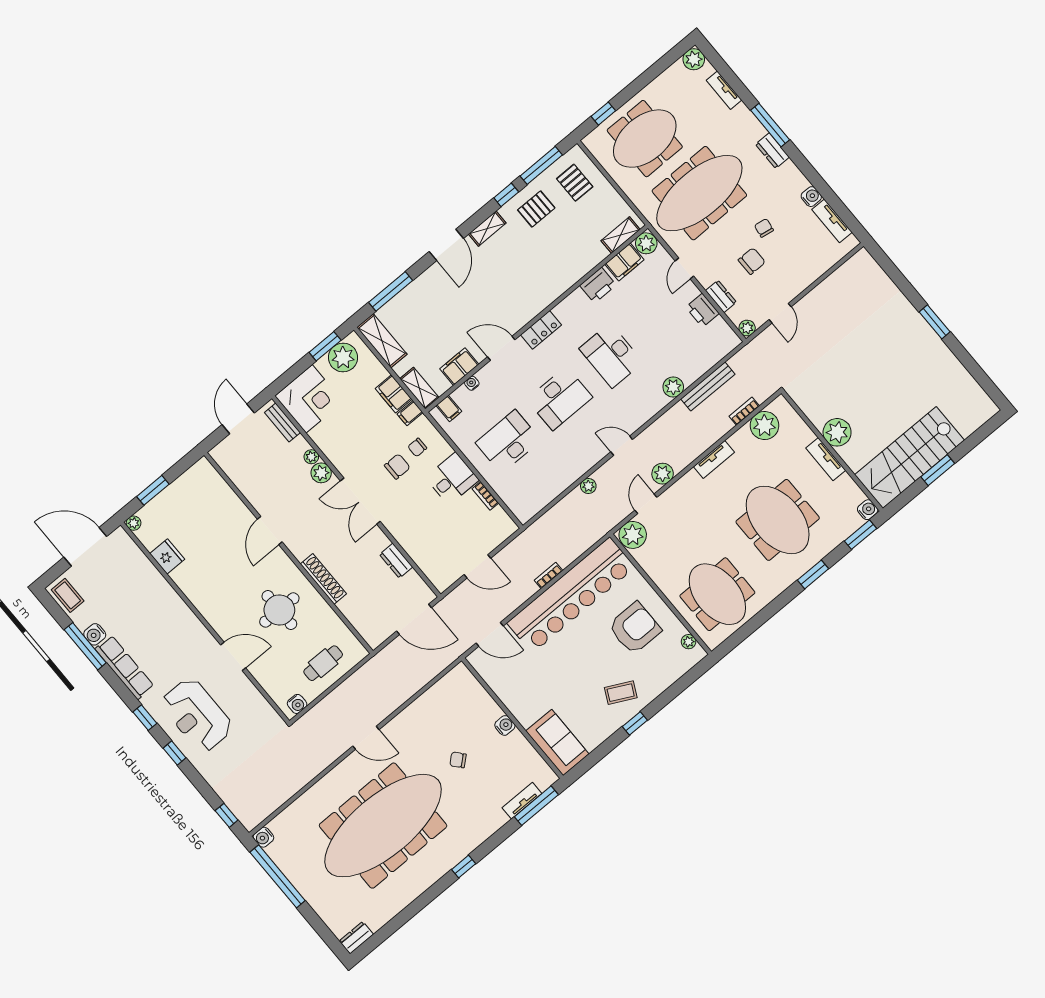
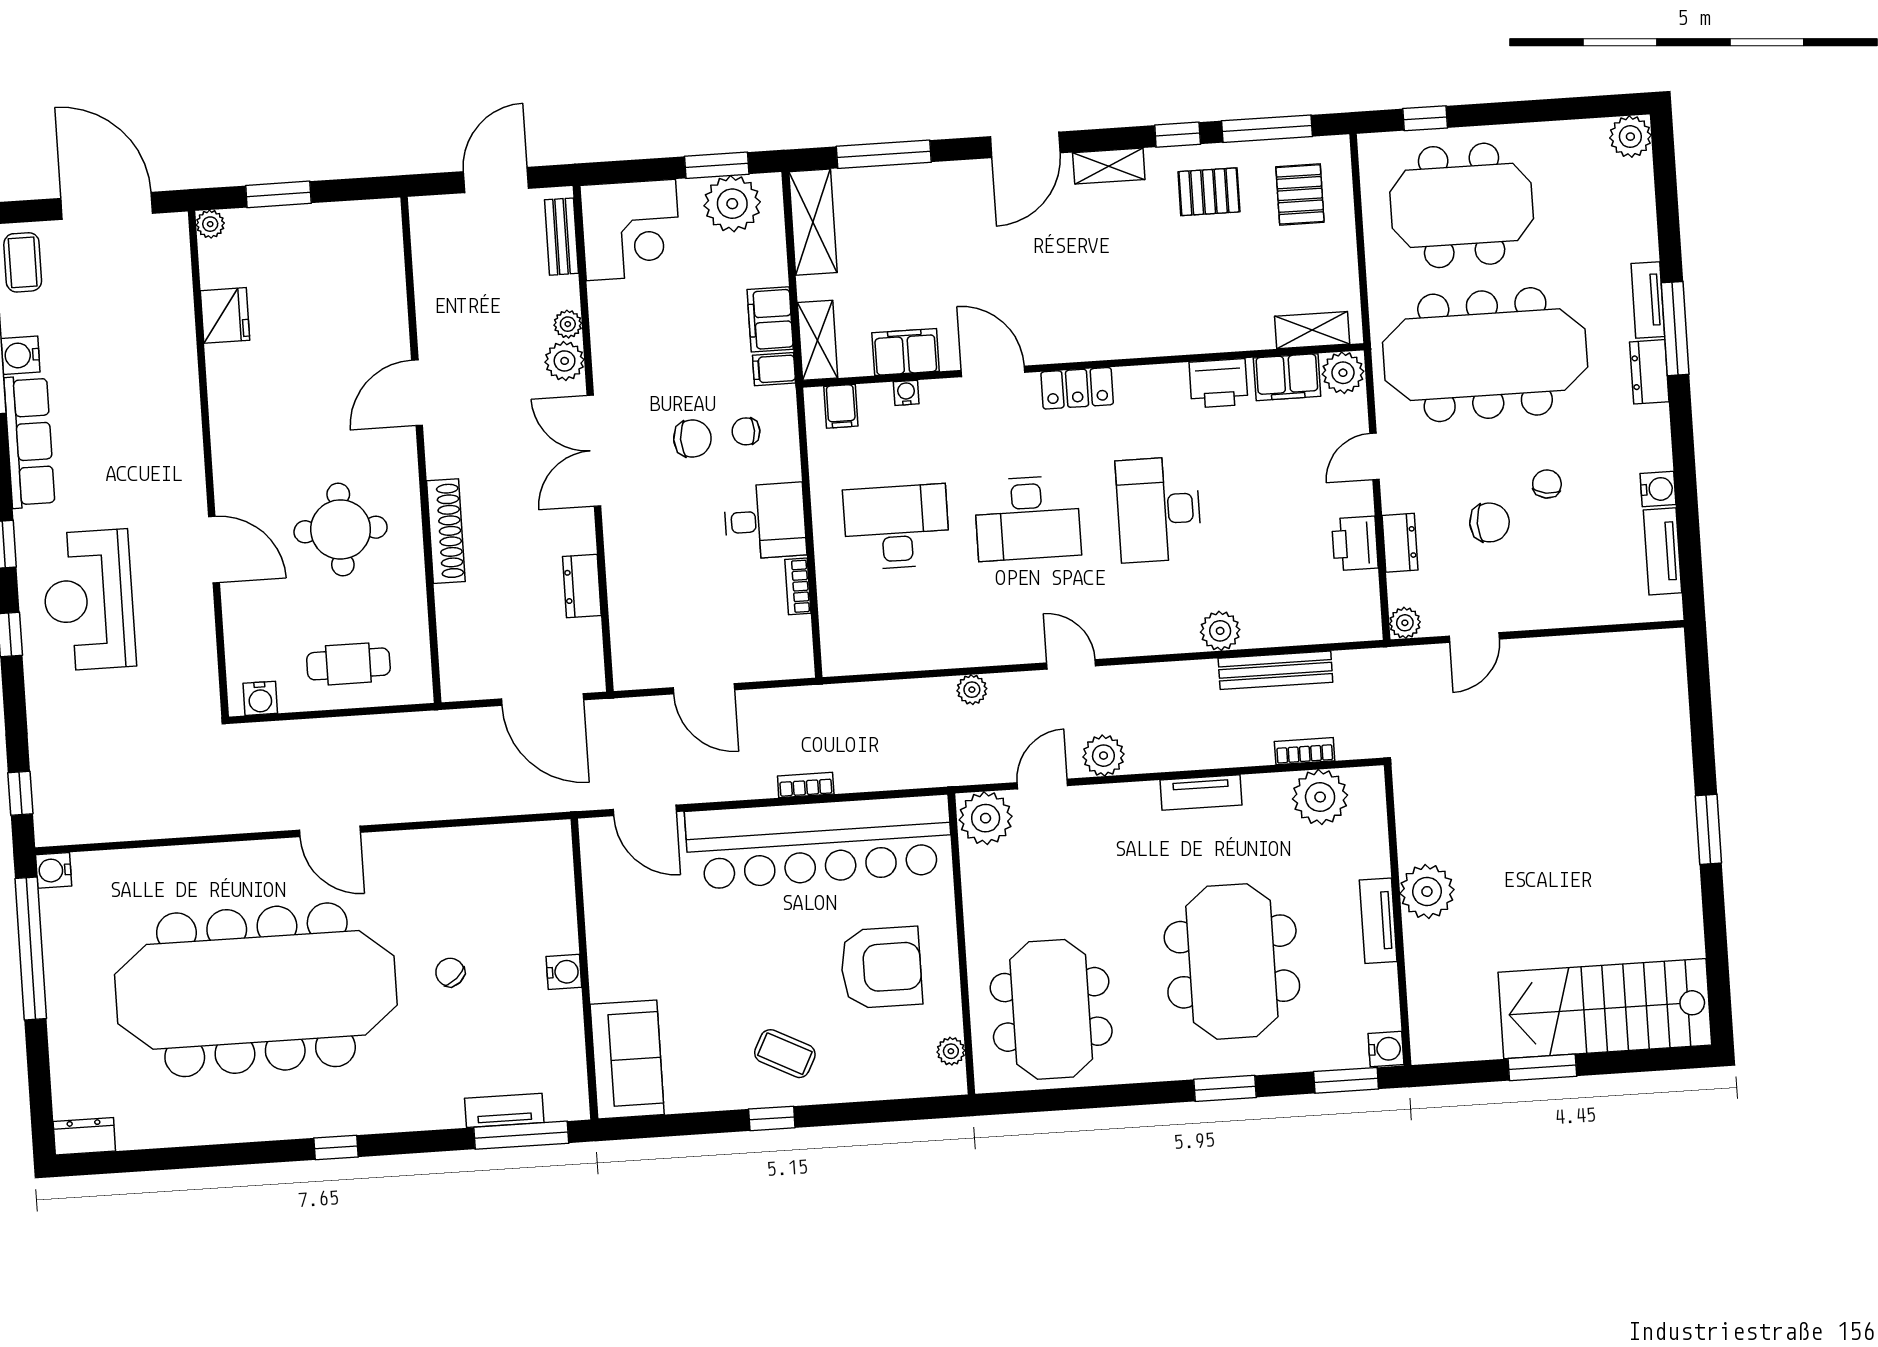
tv unit: (724, 90) -> (1648, 300), moved
stairs: (909, 458) -> (1605, 1009), moved

